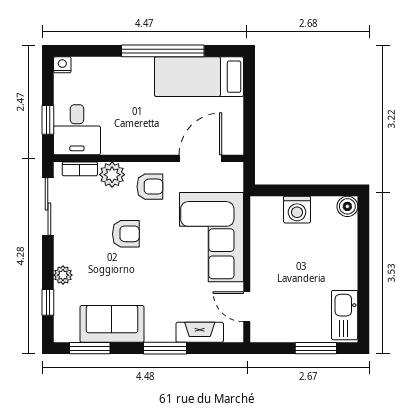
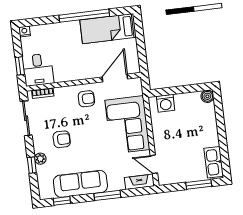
plant: (112, 175) -> (63, 94), removed
washing machine: (297, 210) -> (166, 103), moved
armchair: (126, 234) -> (62, 139), moved
window: (48, 302) -> (32, 165), moved
sofa: (112, 324) -> (80, 184), width x1.36
fireplace: (200, 332) -> (139, 182), moved
window: (90, 348) -> (62, 201), width x0.67

